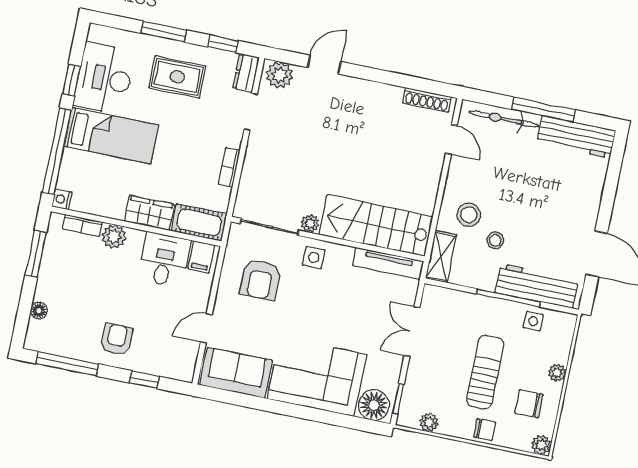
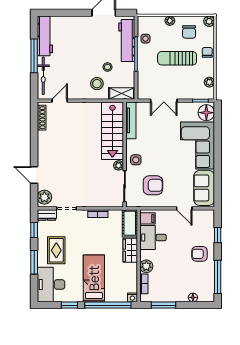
desk: (104, 78) -> (51, 284), moved, turned 90

